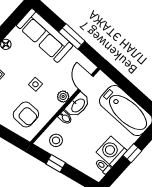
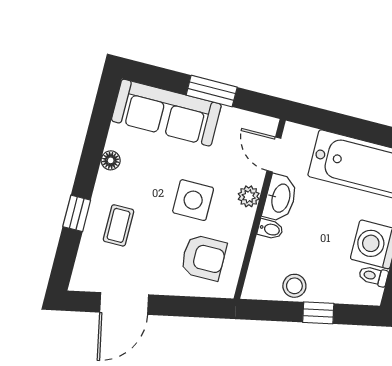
side table: (35, 84) -> (193, 200), width x1.87, depth x1.87
stool: (56, 140) -> (294, 286), moved
window: (56, 163) -> (318, 313), moved

